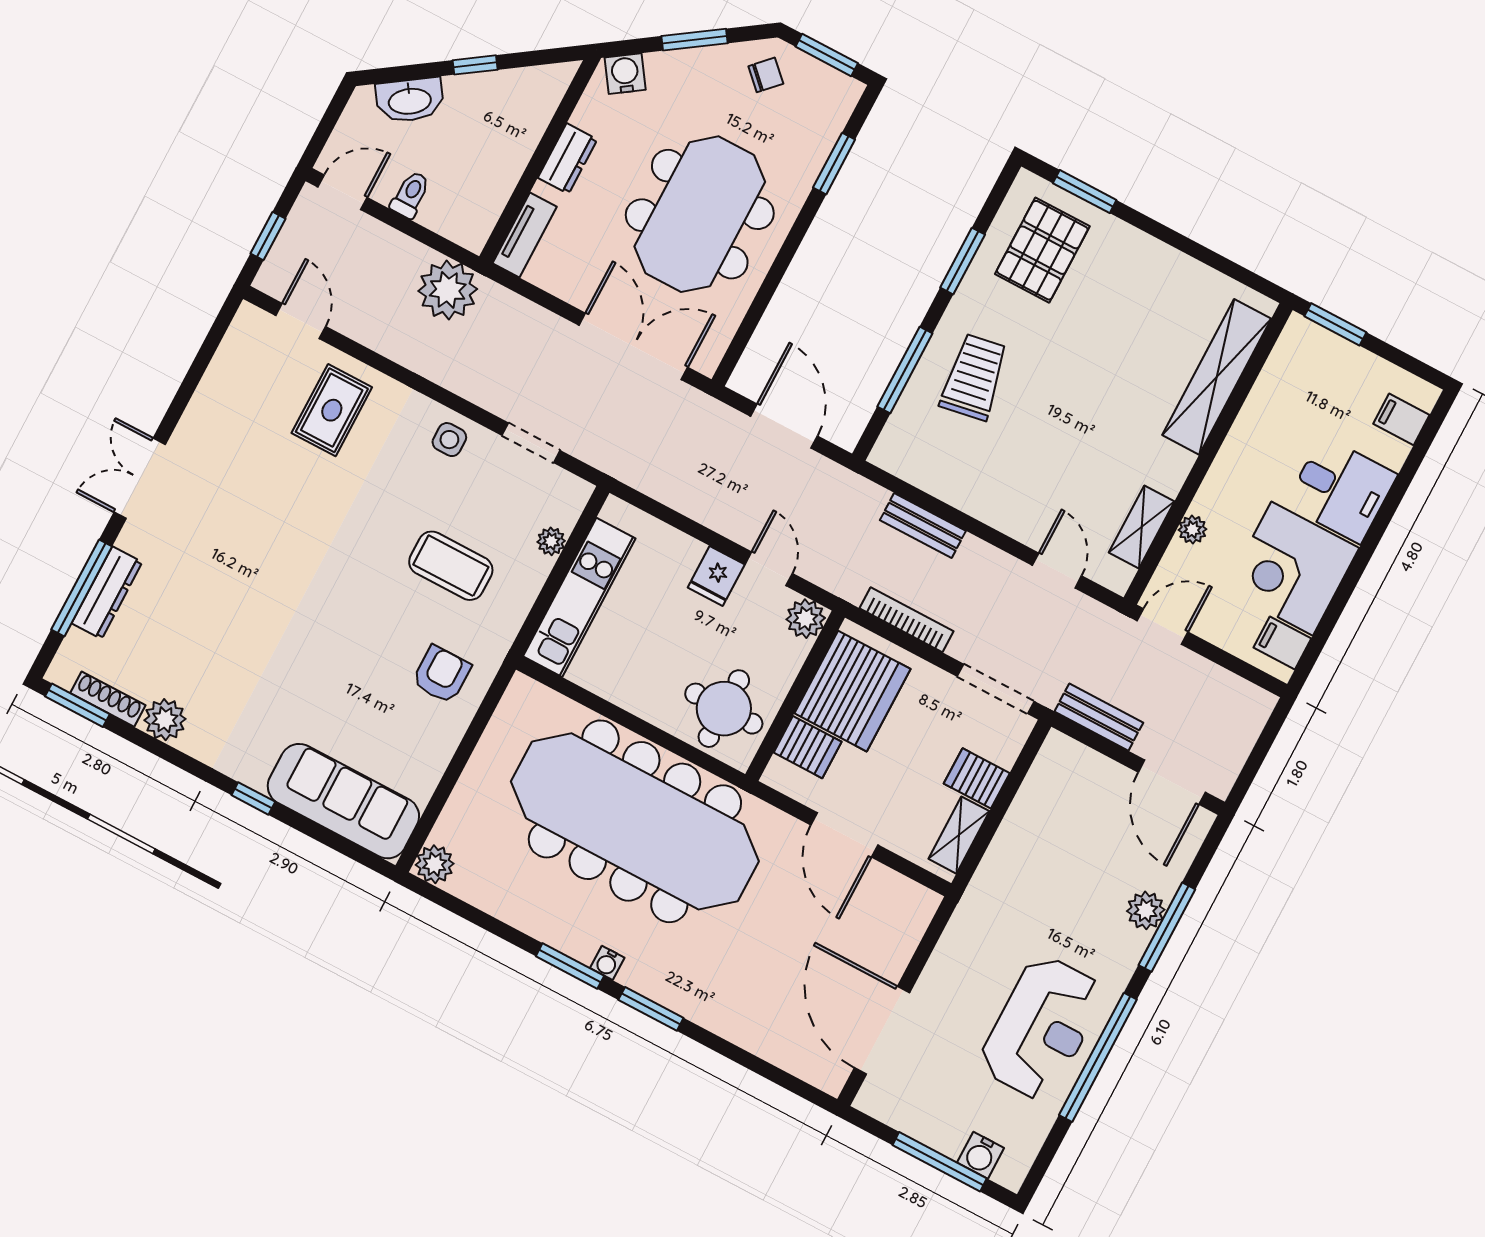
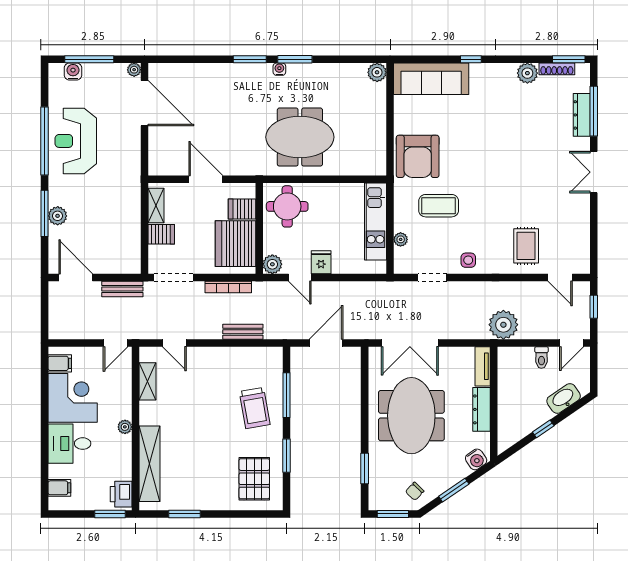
dresser: (568, 159) -> (482, 409), width x1.44
window: (1085, 192) -> (185, 514), moved
printer: (1296, 349) -> (121, 494), added
door: (784, 426) -> (326, 343), swing flipped
double door: (140, 478) -> (594, 172), swing flipped
plant: (1192, 530) -> (125, 427), moved
armchair: (442, 674) -> (418, 156), width x1.88, depth x1.88
meeting table: (635, 821) -> (300, 137), width x0.54, depth x0.79
plant: (869, 1100) -> (134, 70), added

